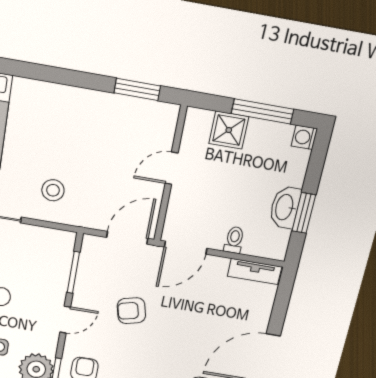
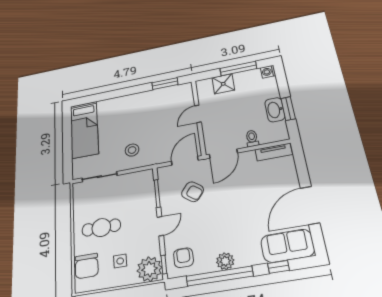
armchair: (131, 311) -> (193, 192), moved, turned -128

